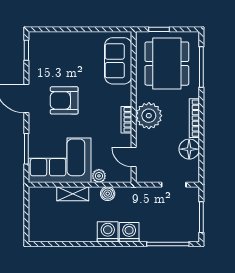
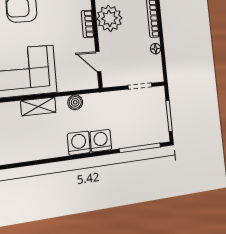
floor lamp: (189, 149) -> (156, 49), width x0.53, depth x0.53
plant: (99, 176) -> (65, 85), removed

